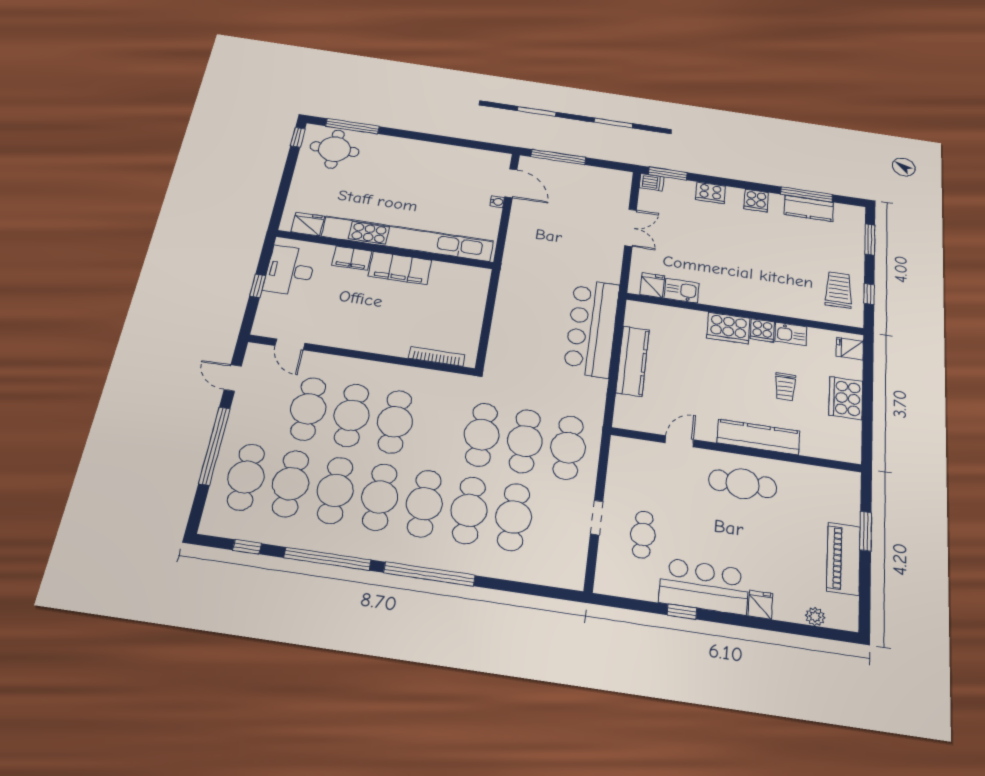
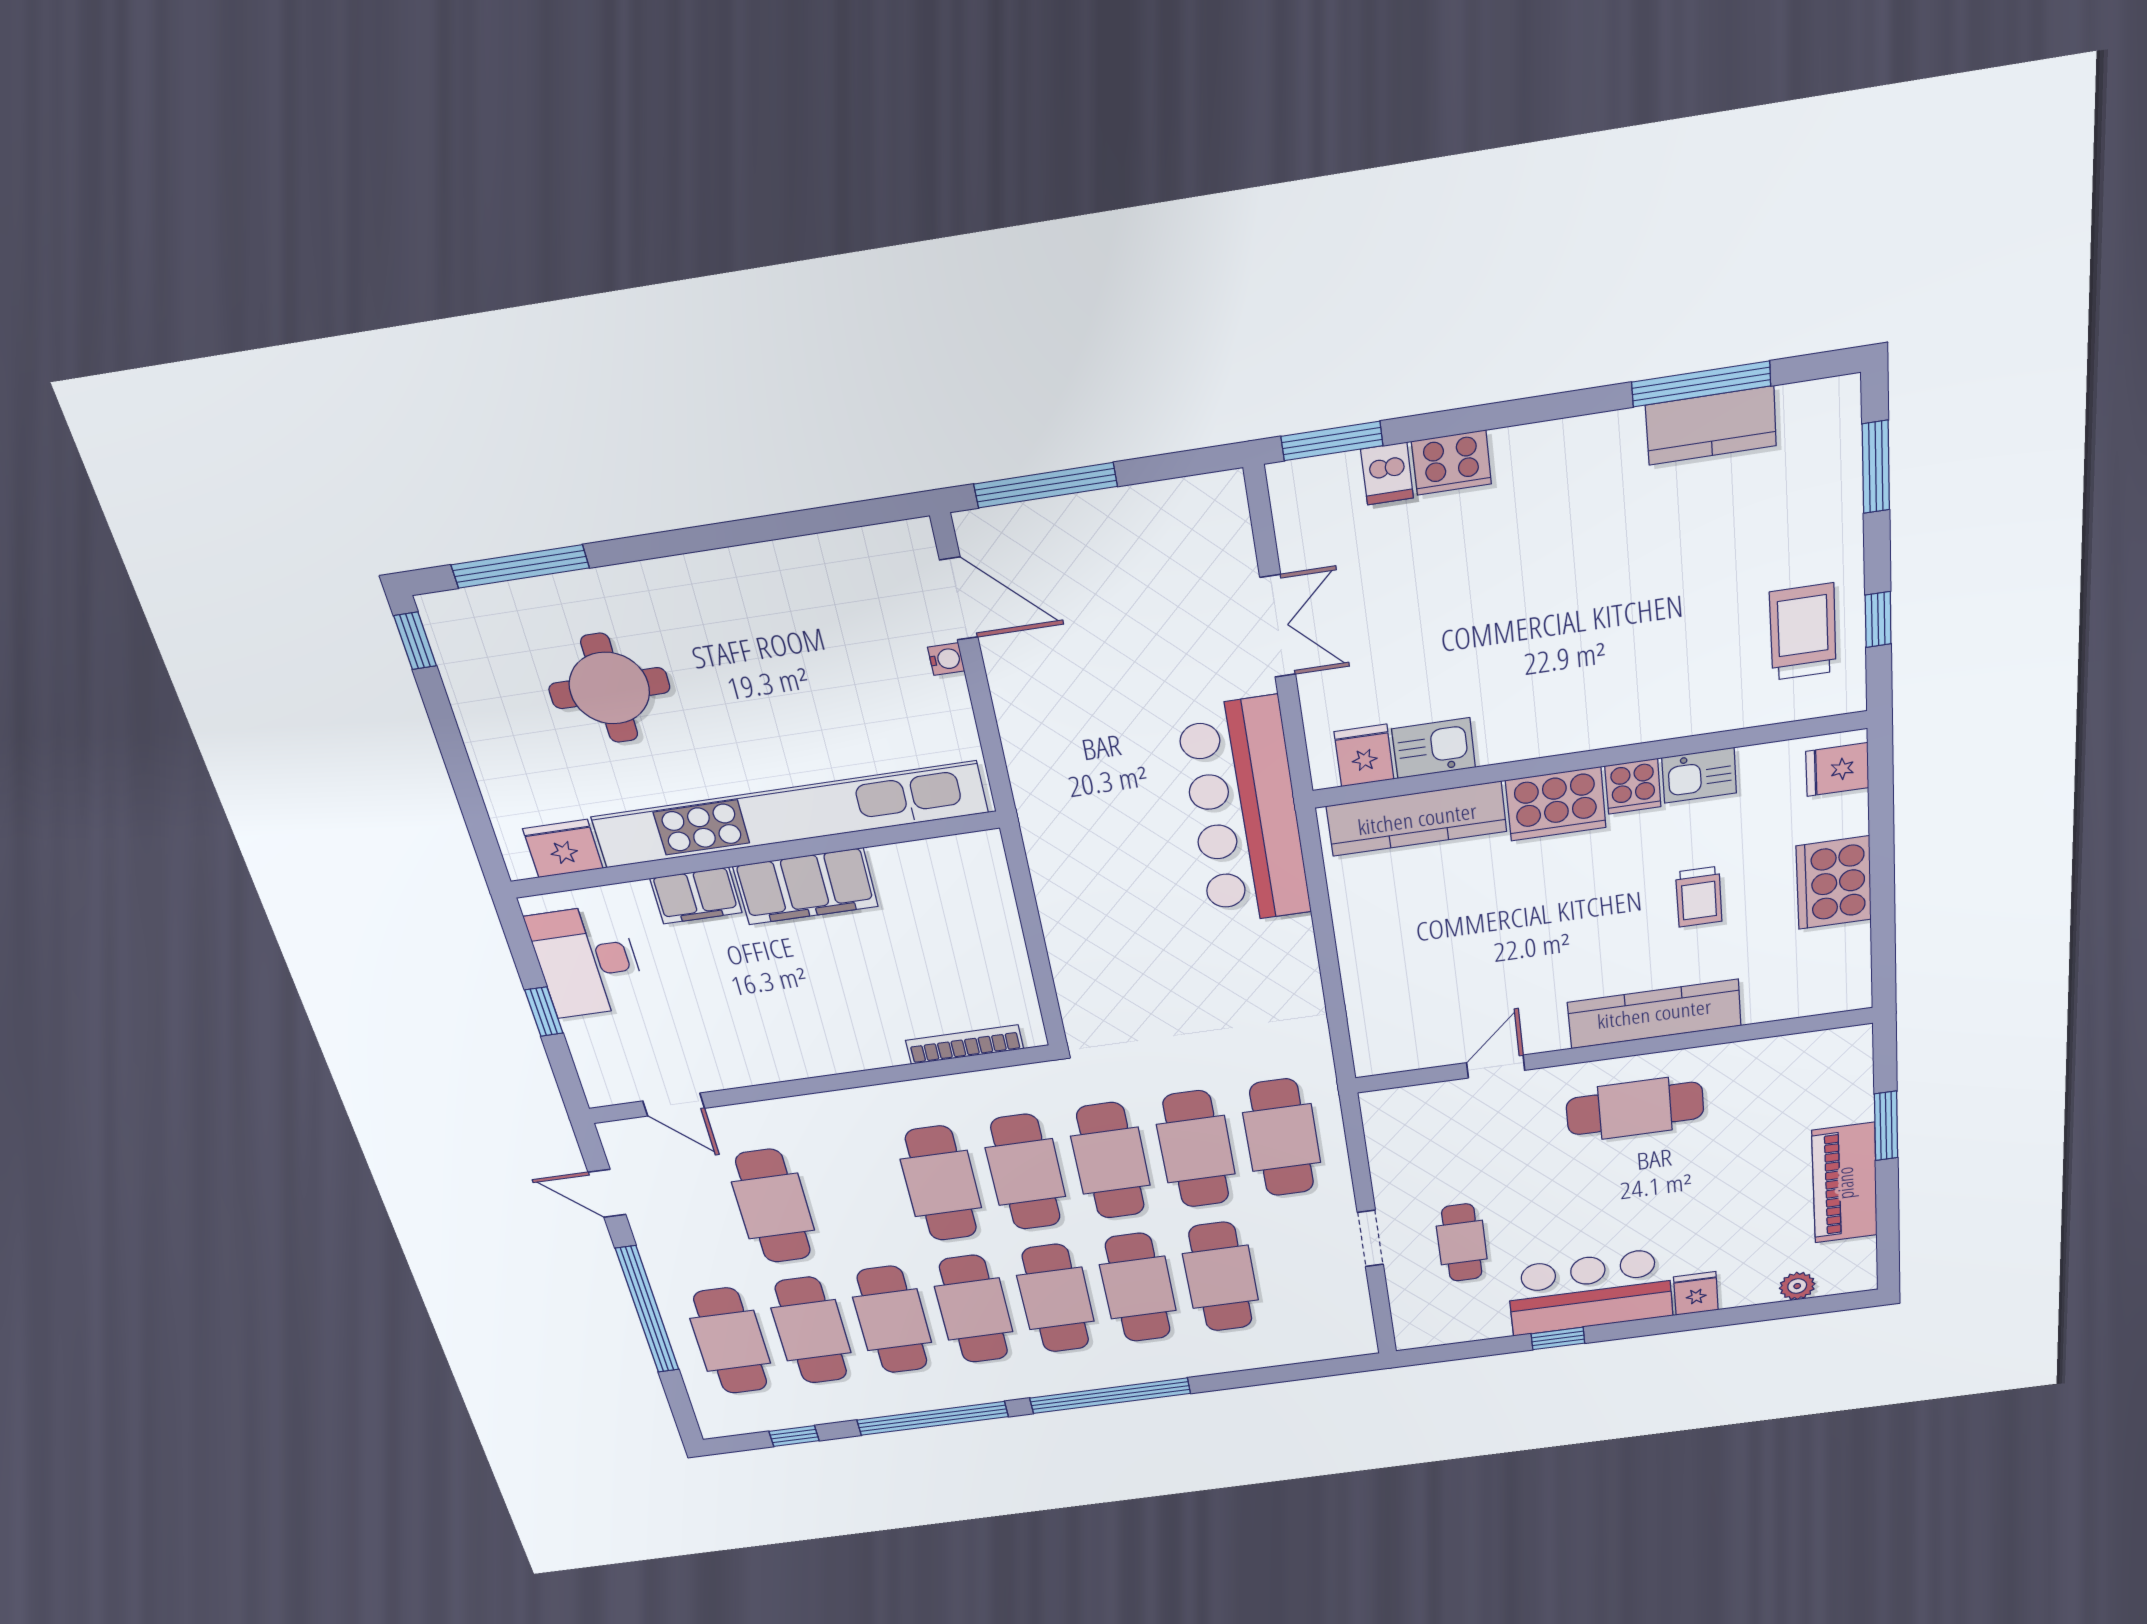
round table: (335, 149) -> (609, 688), moved
dishwasher: (651, 182) -> (1387, 474), moved, turned 90
cooker: (756, 201) -> (1572, 447), removed
bar counter: (592, 328) -> (1245, 813), moved
kitchen counter: (632, 361) -> (1417, 819), moved, turned 90
cafe table: (352, 415) -> (1026, 1172), moved

